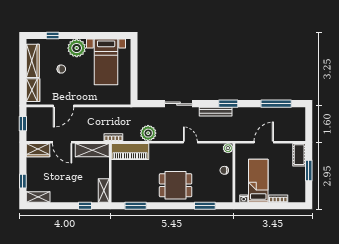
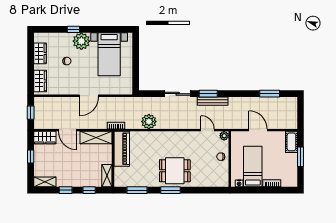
window: (53, 36) -> (73, 29), moved
wardrobe: (33, 61) -> (40, 53), width x0.67
window: (228, 104) -> (208, 94), moved
window: (276, 104) -> (270, 94), width x0.69
door: (63, 106) -> (89, 96), moved
door: (190, 142) -> (208, 130), moved
door: (264, 142) -> (258, 130), hinge flipped
piano: (130, 151) -> (122, 149), moved, turned -90
window: (23, 181) -> (31, 156), moved
window: (60, 206) -> (66, 190), added
window: (205, 206) -> (171, 190), moved

